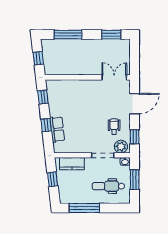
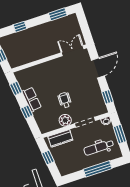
window: (68, 35) -> (20, 27), width x0.46
wheelchair: (114, 127) -> (65, 100), moved
row of seats: (57, 129) -> (32, 99), moved
plant: (121, 147) -> (65, 120), moved
window: (84, 208) -> (98, 169), moved

